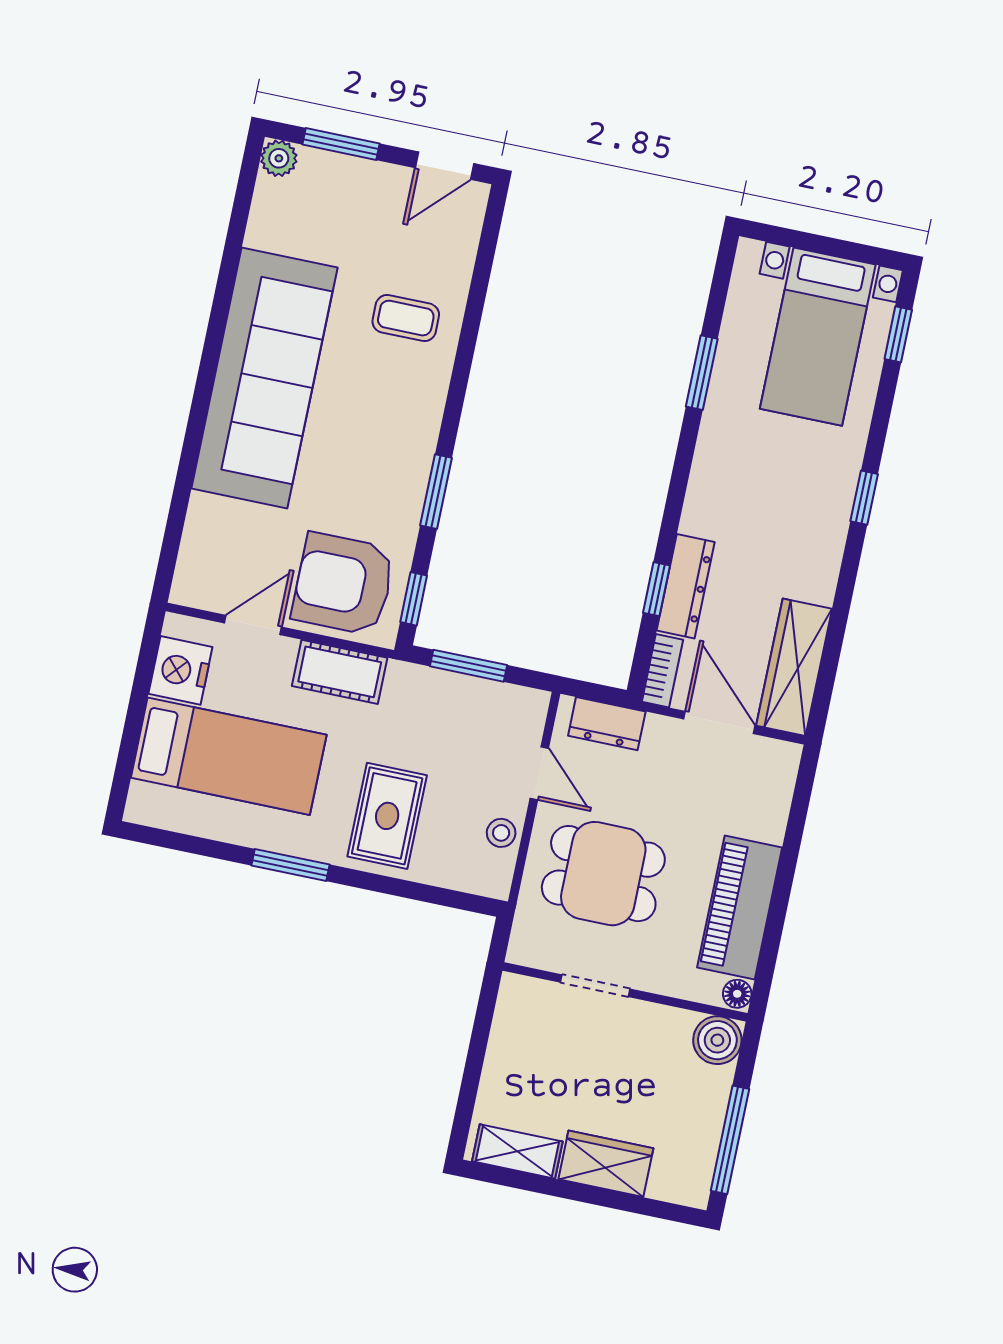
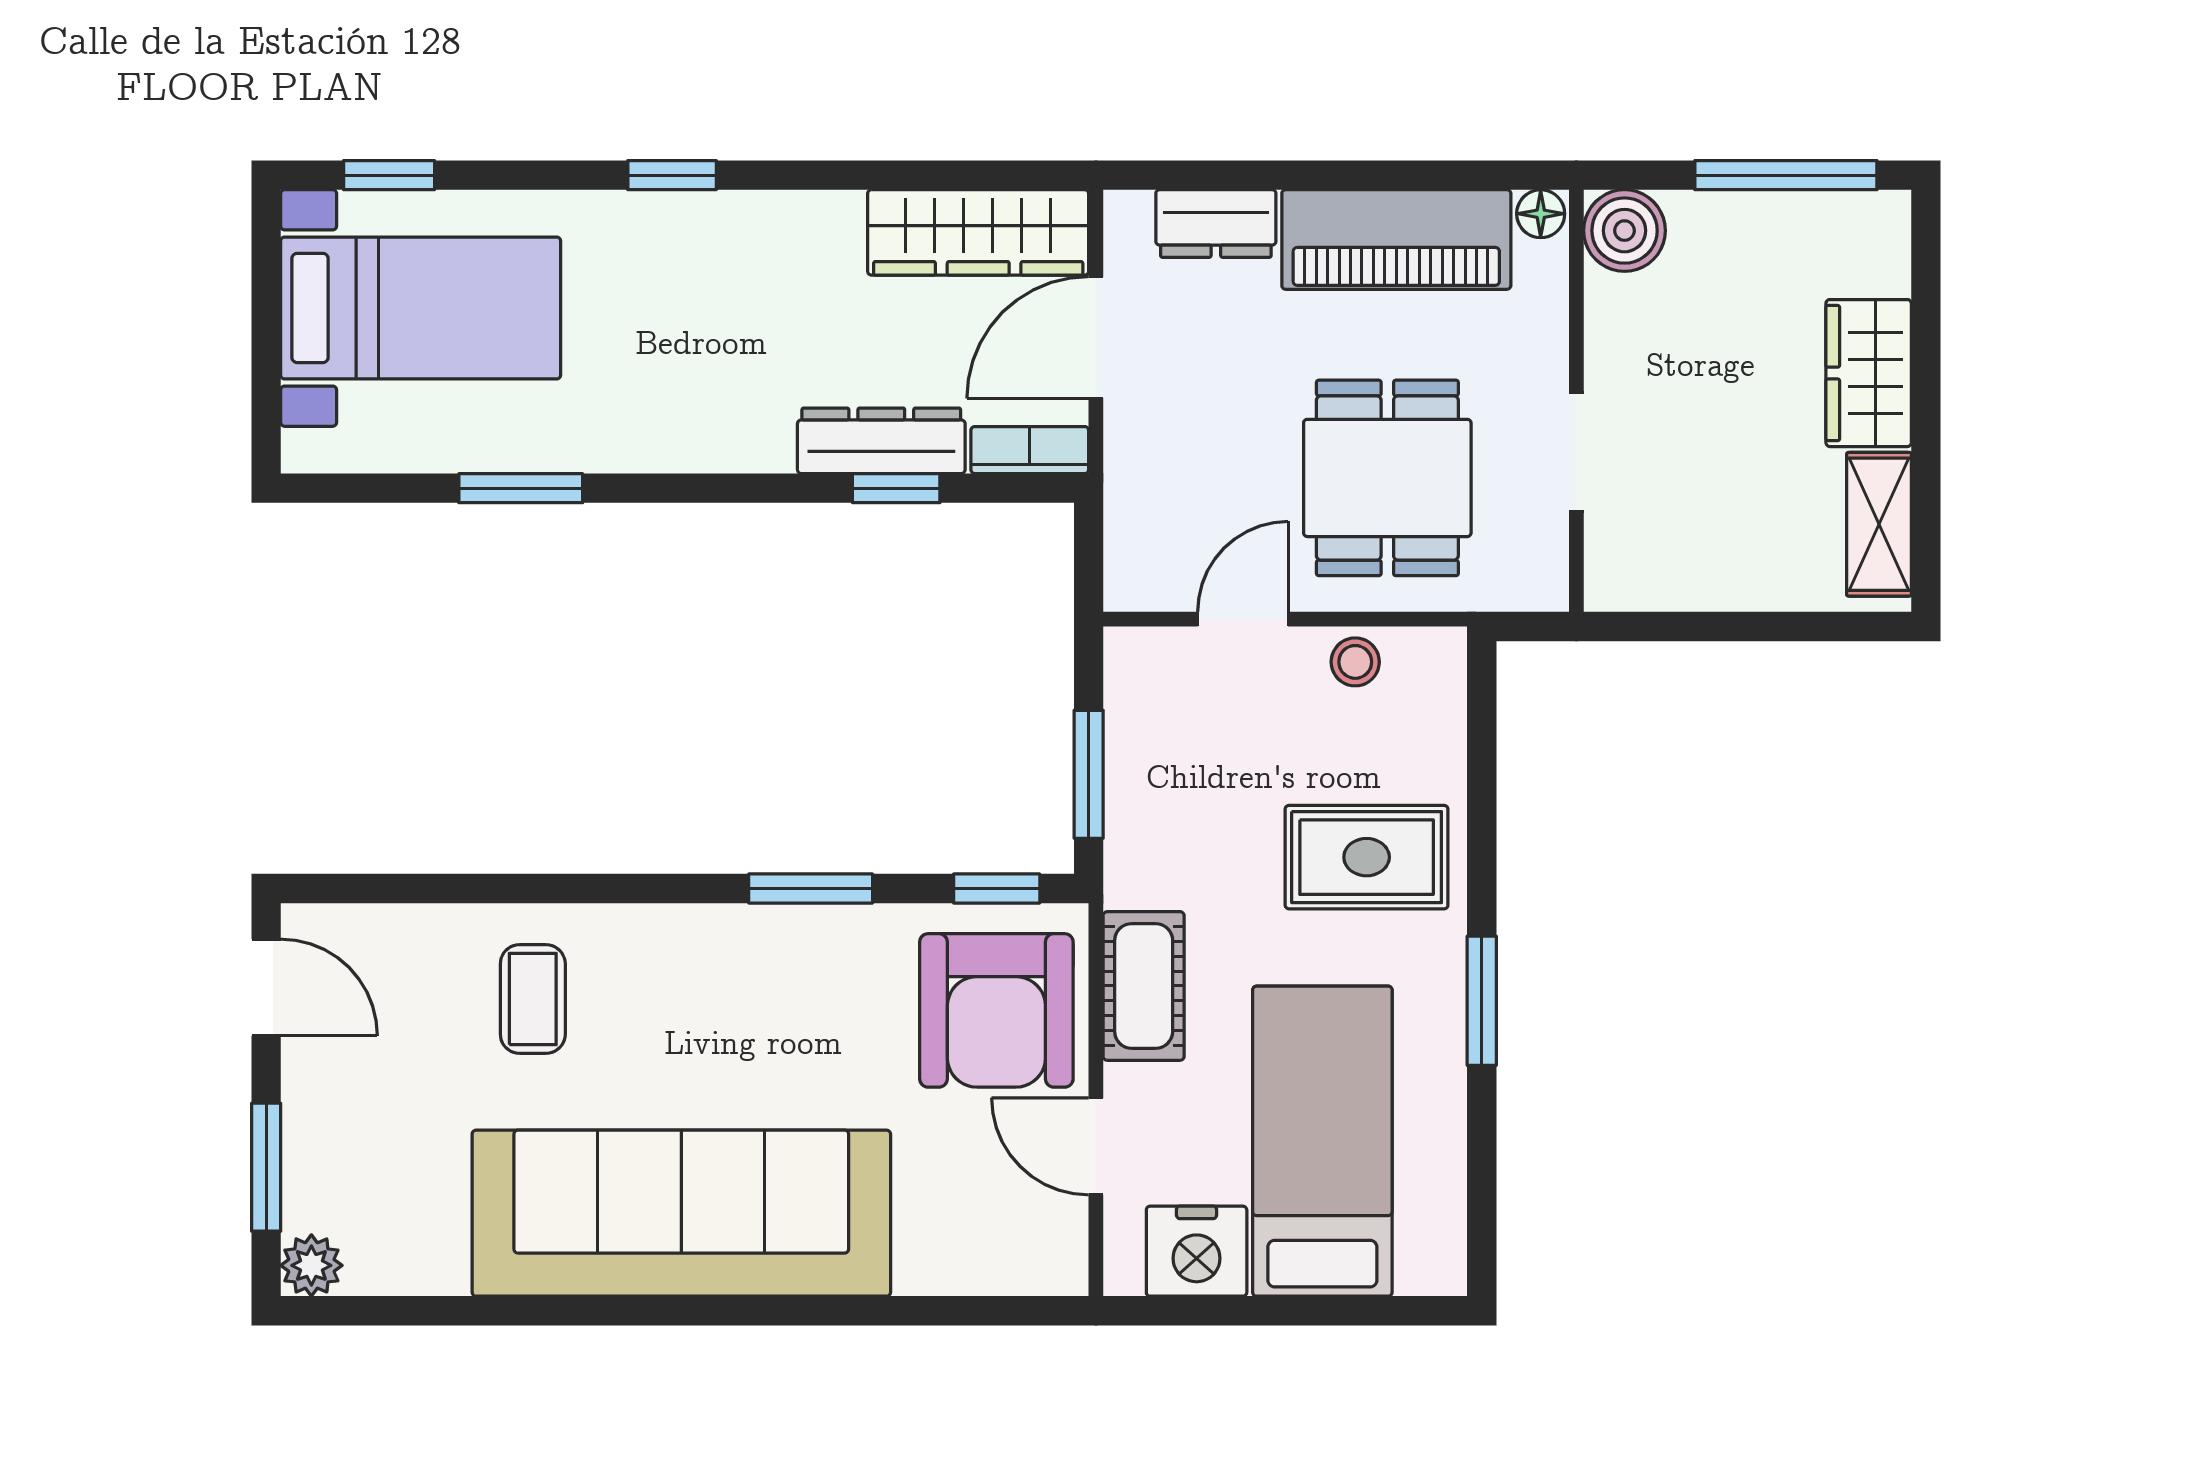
dresser: (607, 724) -> (1216, 224), moved, turned 90

